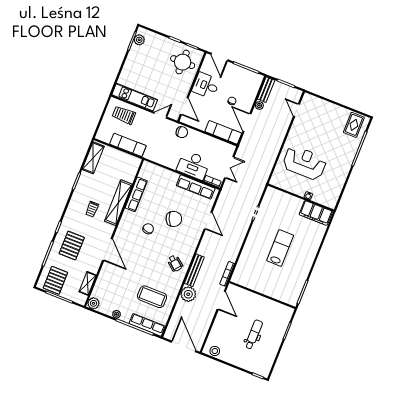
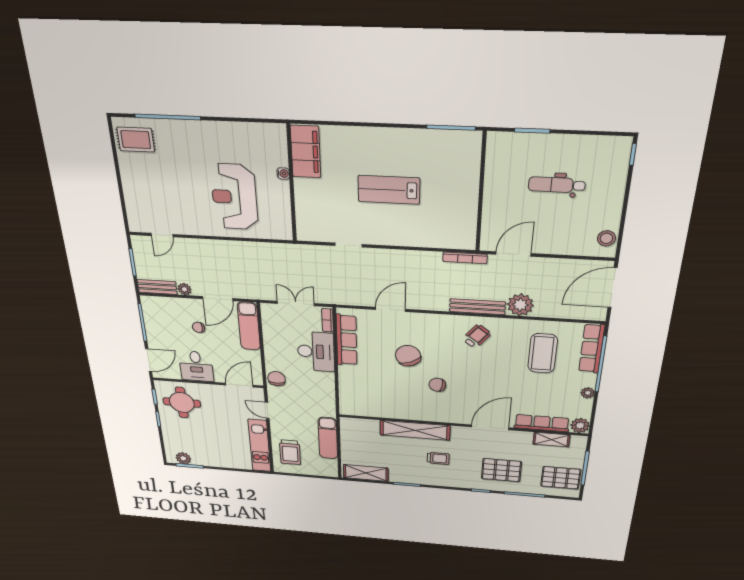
row of seats: (136, 194) -> (542, 423), moved

